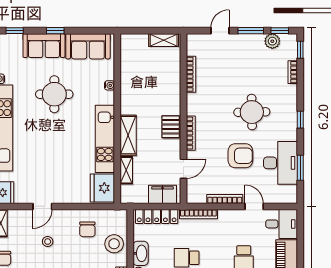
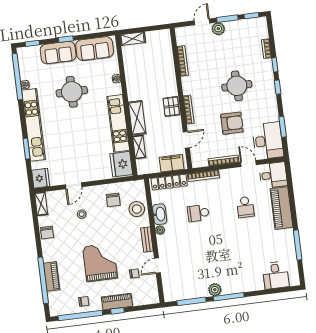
shelving: (164, 40) -> (133, 39), moved
plant: (272, 41) -> (218, 29), moved
window: (300, 50) -> (275, 65), moved
desk: (280, 163) -> (268, 141), moved

